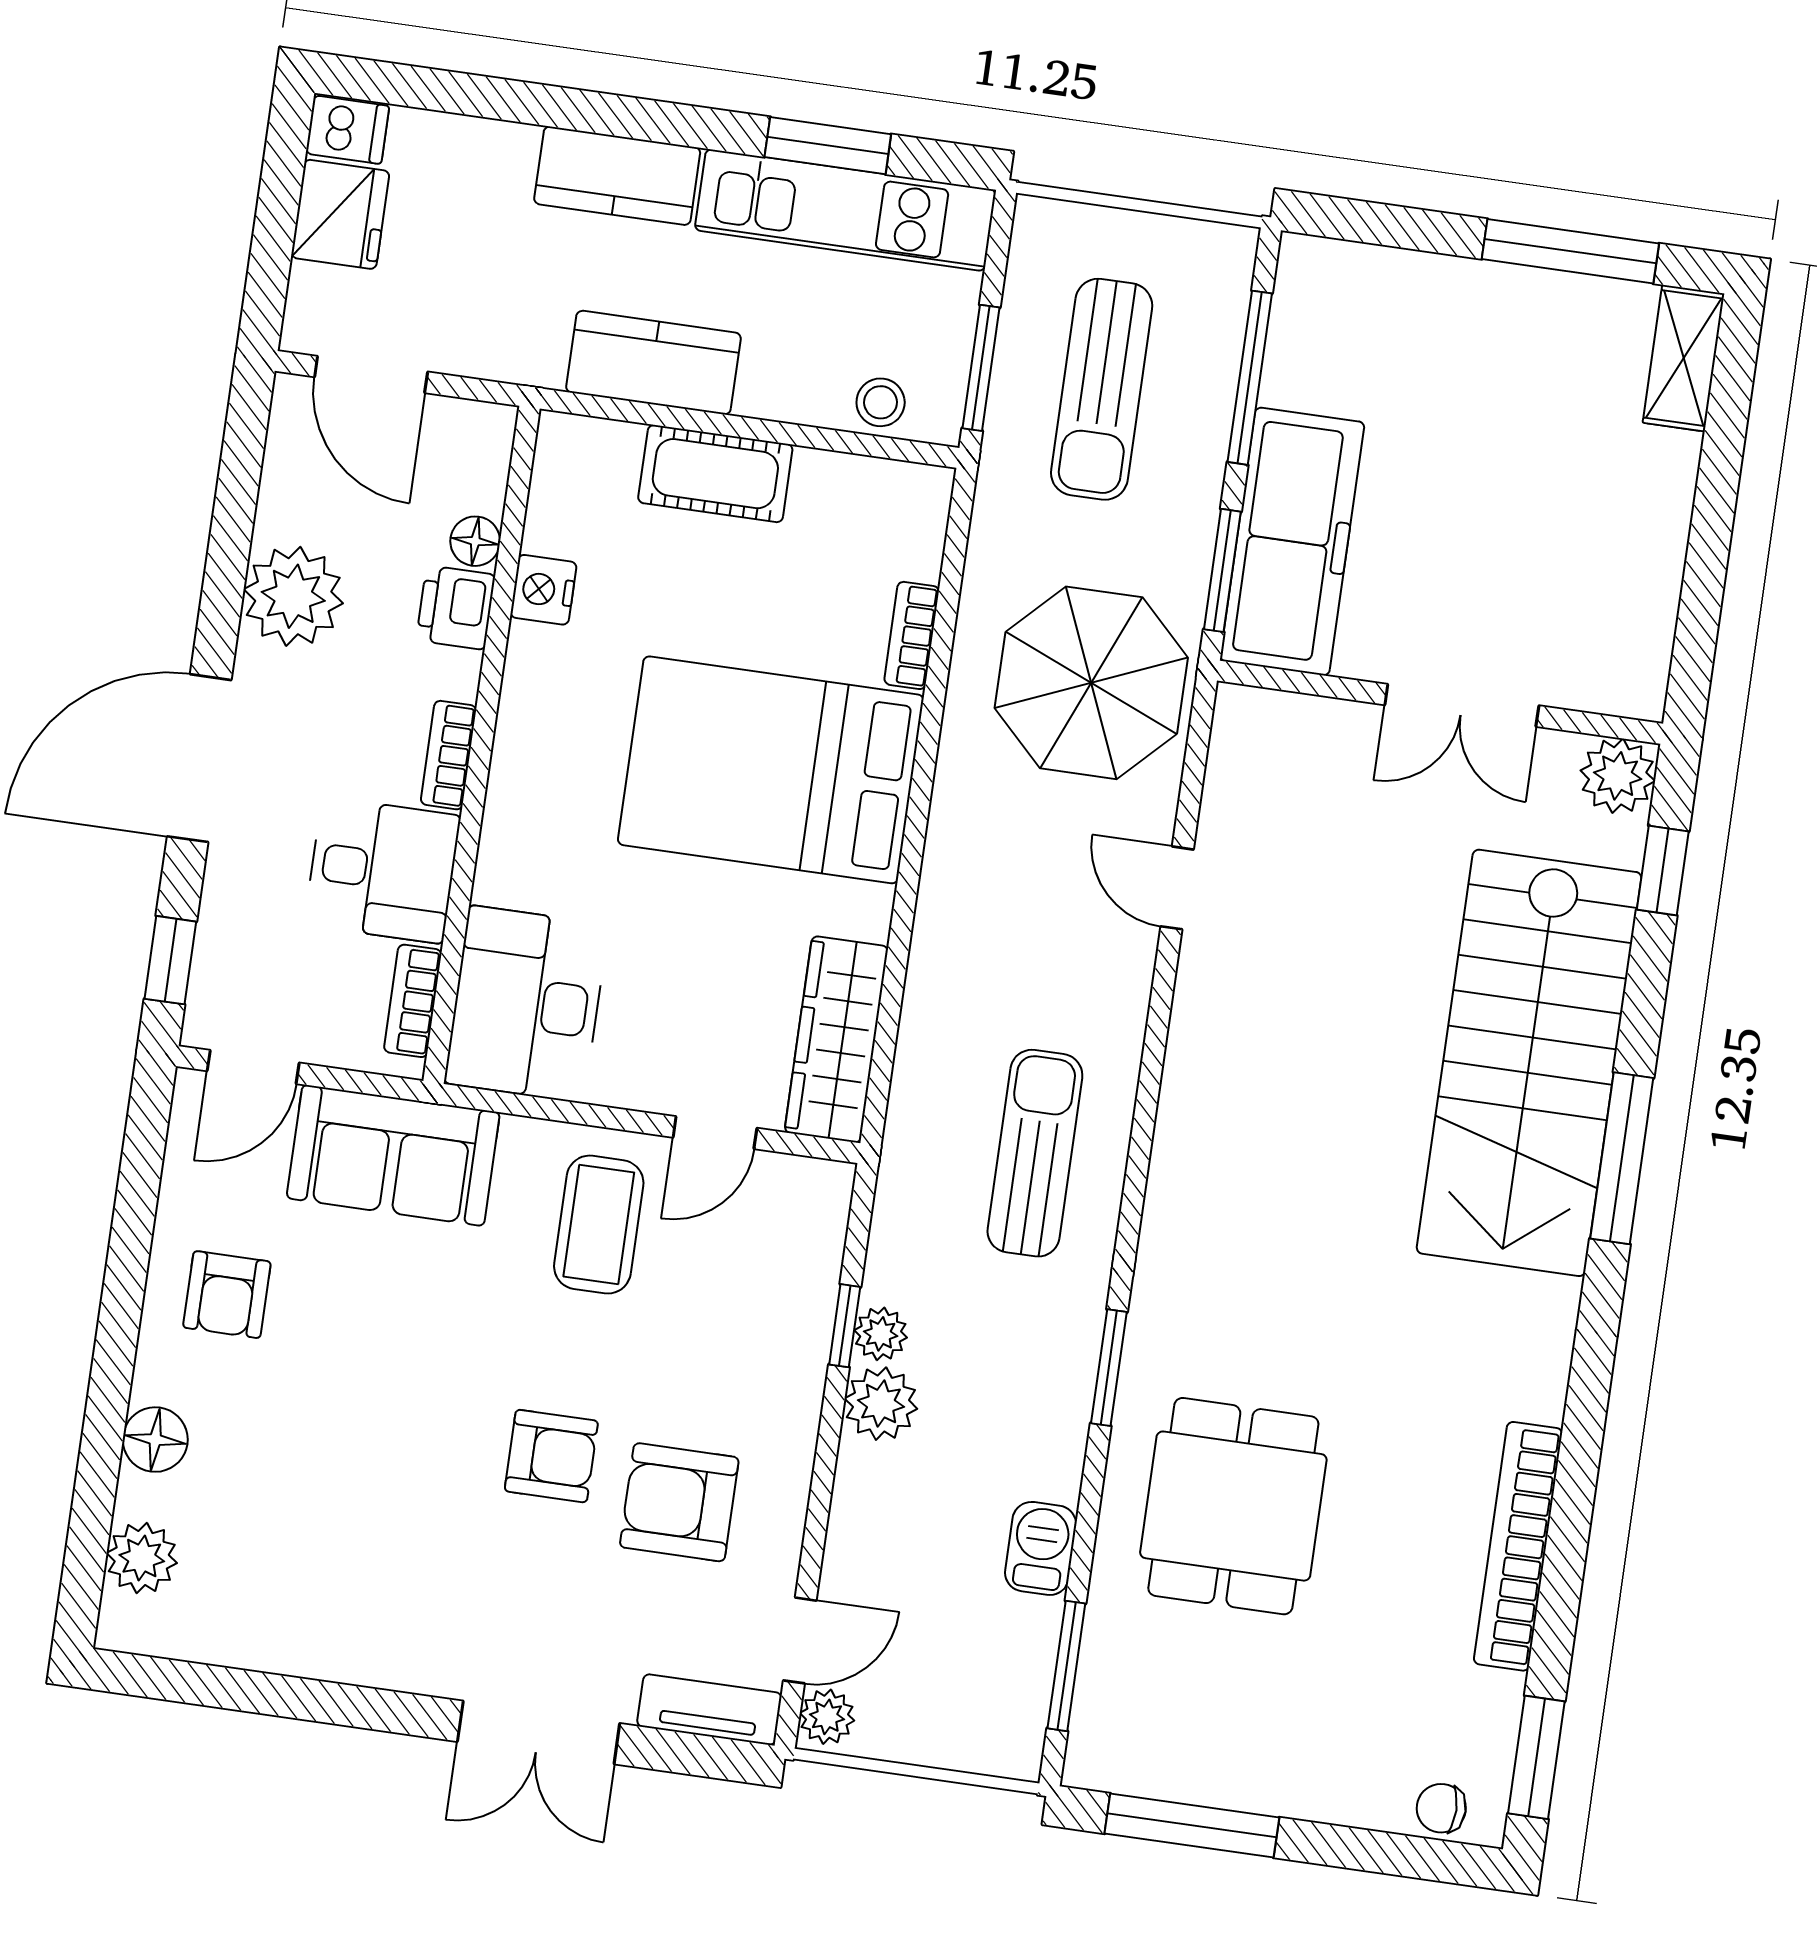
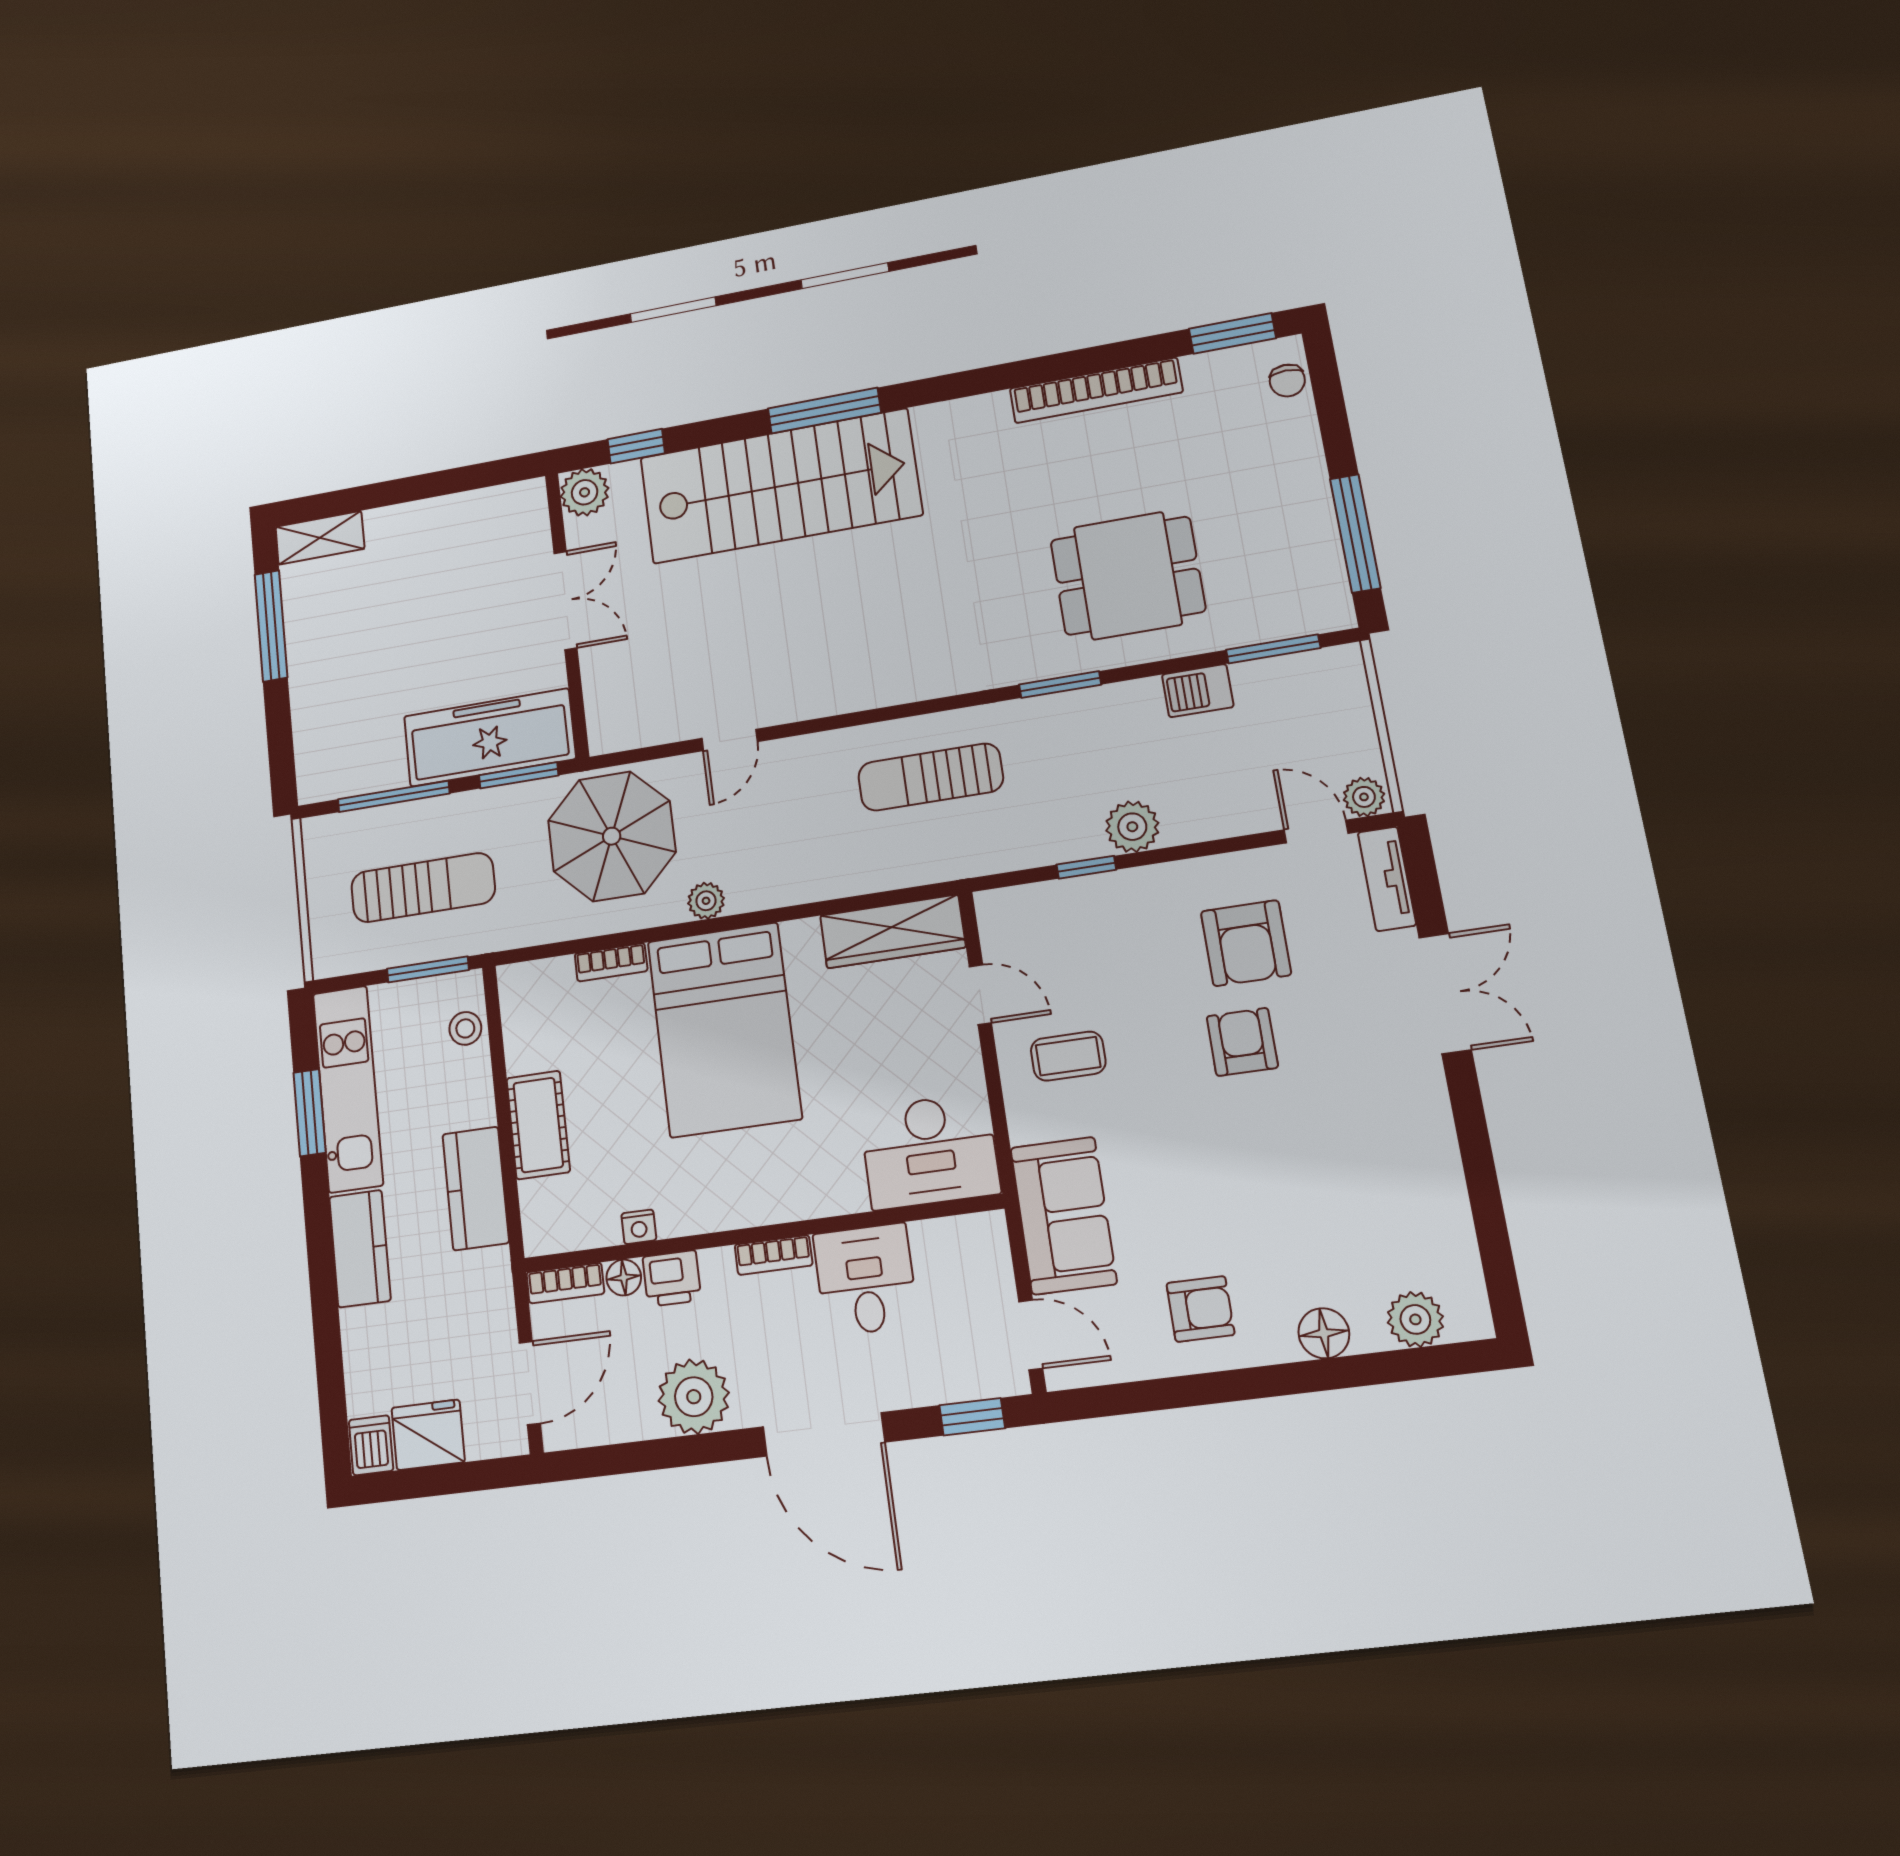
nightstand: (543, 590) -> (639, 1227), width x0.72, depth x0.74
bookcase: (413, 1001) -> (565, 1283), moved
coffee table: (599, 1225) -> (1068, 1056), width x0.73, depth x0.77
plant: (881, 1334) -> (706, 901), moved

